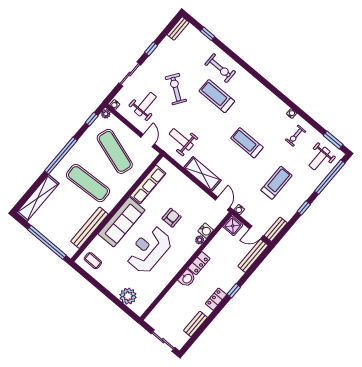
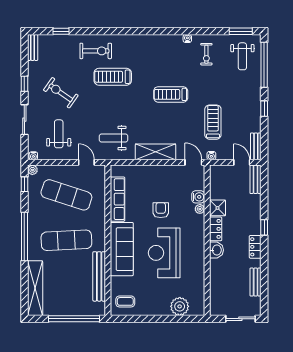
exercise bike: (176, 89) -> (61, 93), moved
treadmill: (277, 183) -> (213, 122), moved
shower: (233, 226) -> (217, 208), moved
door: (256, 232) -> (242, 162), swing flipped
bench: (253, 256) -> (256, 179), width x0.73

